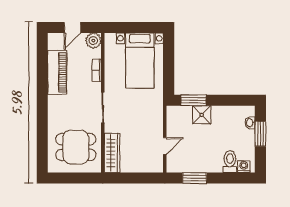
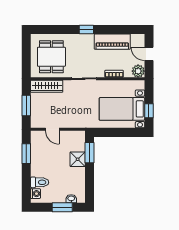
window: (142, 27) -> (149, 111), added
window: (42, 104) -> (86, 29), added
window: (136, 178) -> (26, 105), added

